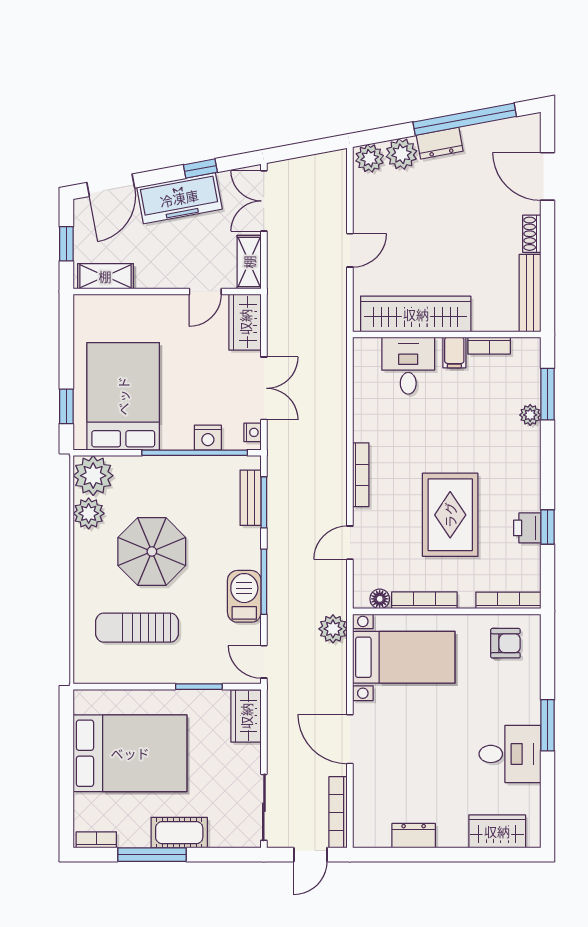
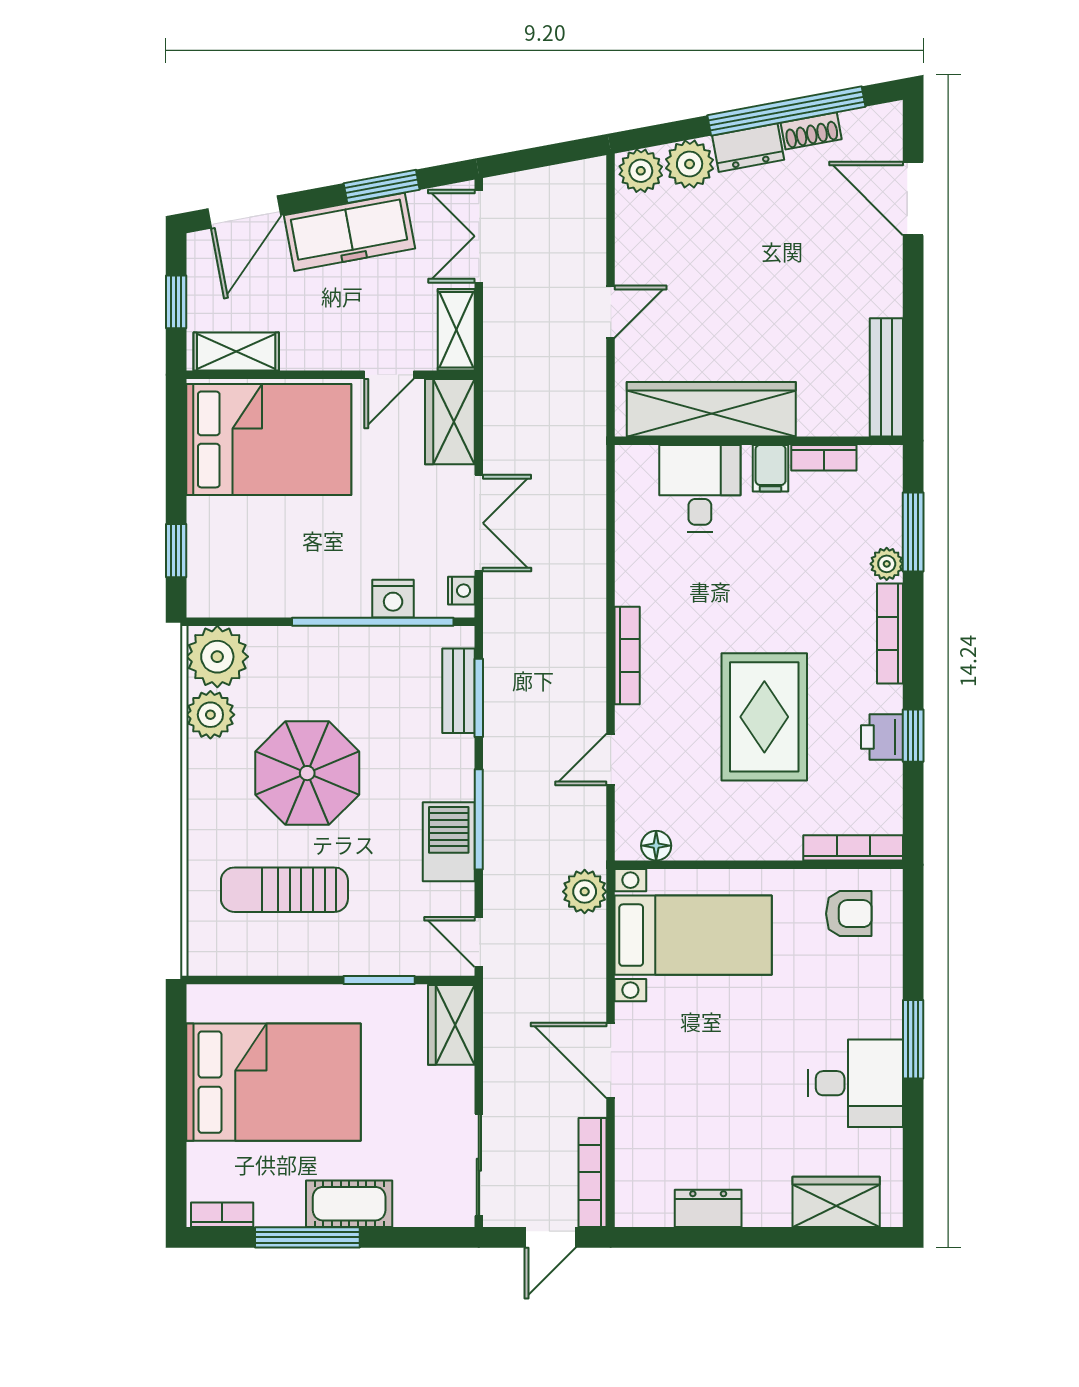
window: (200, 168) -> (382, 186), width x1.50
shoe rack: (532, 234) -> (811, 131), moved, turned -101
bed: (123, 396) -> (269, 439), moved, turned 90
bookcase: (424, 600) -> (890, 633), moved, turned -90

